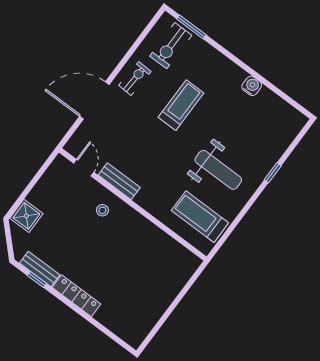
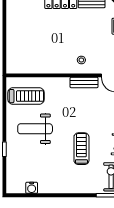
water cooler: (252, 86) -> (32, 188), moved
treadmill: (181, 105) -> (81, 149), turned 180

